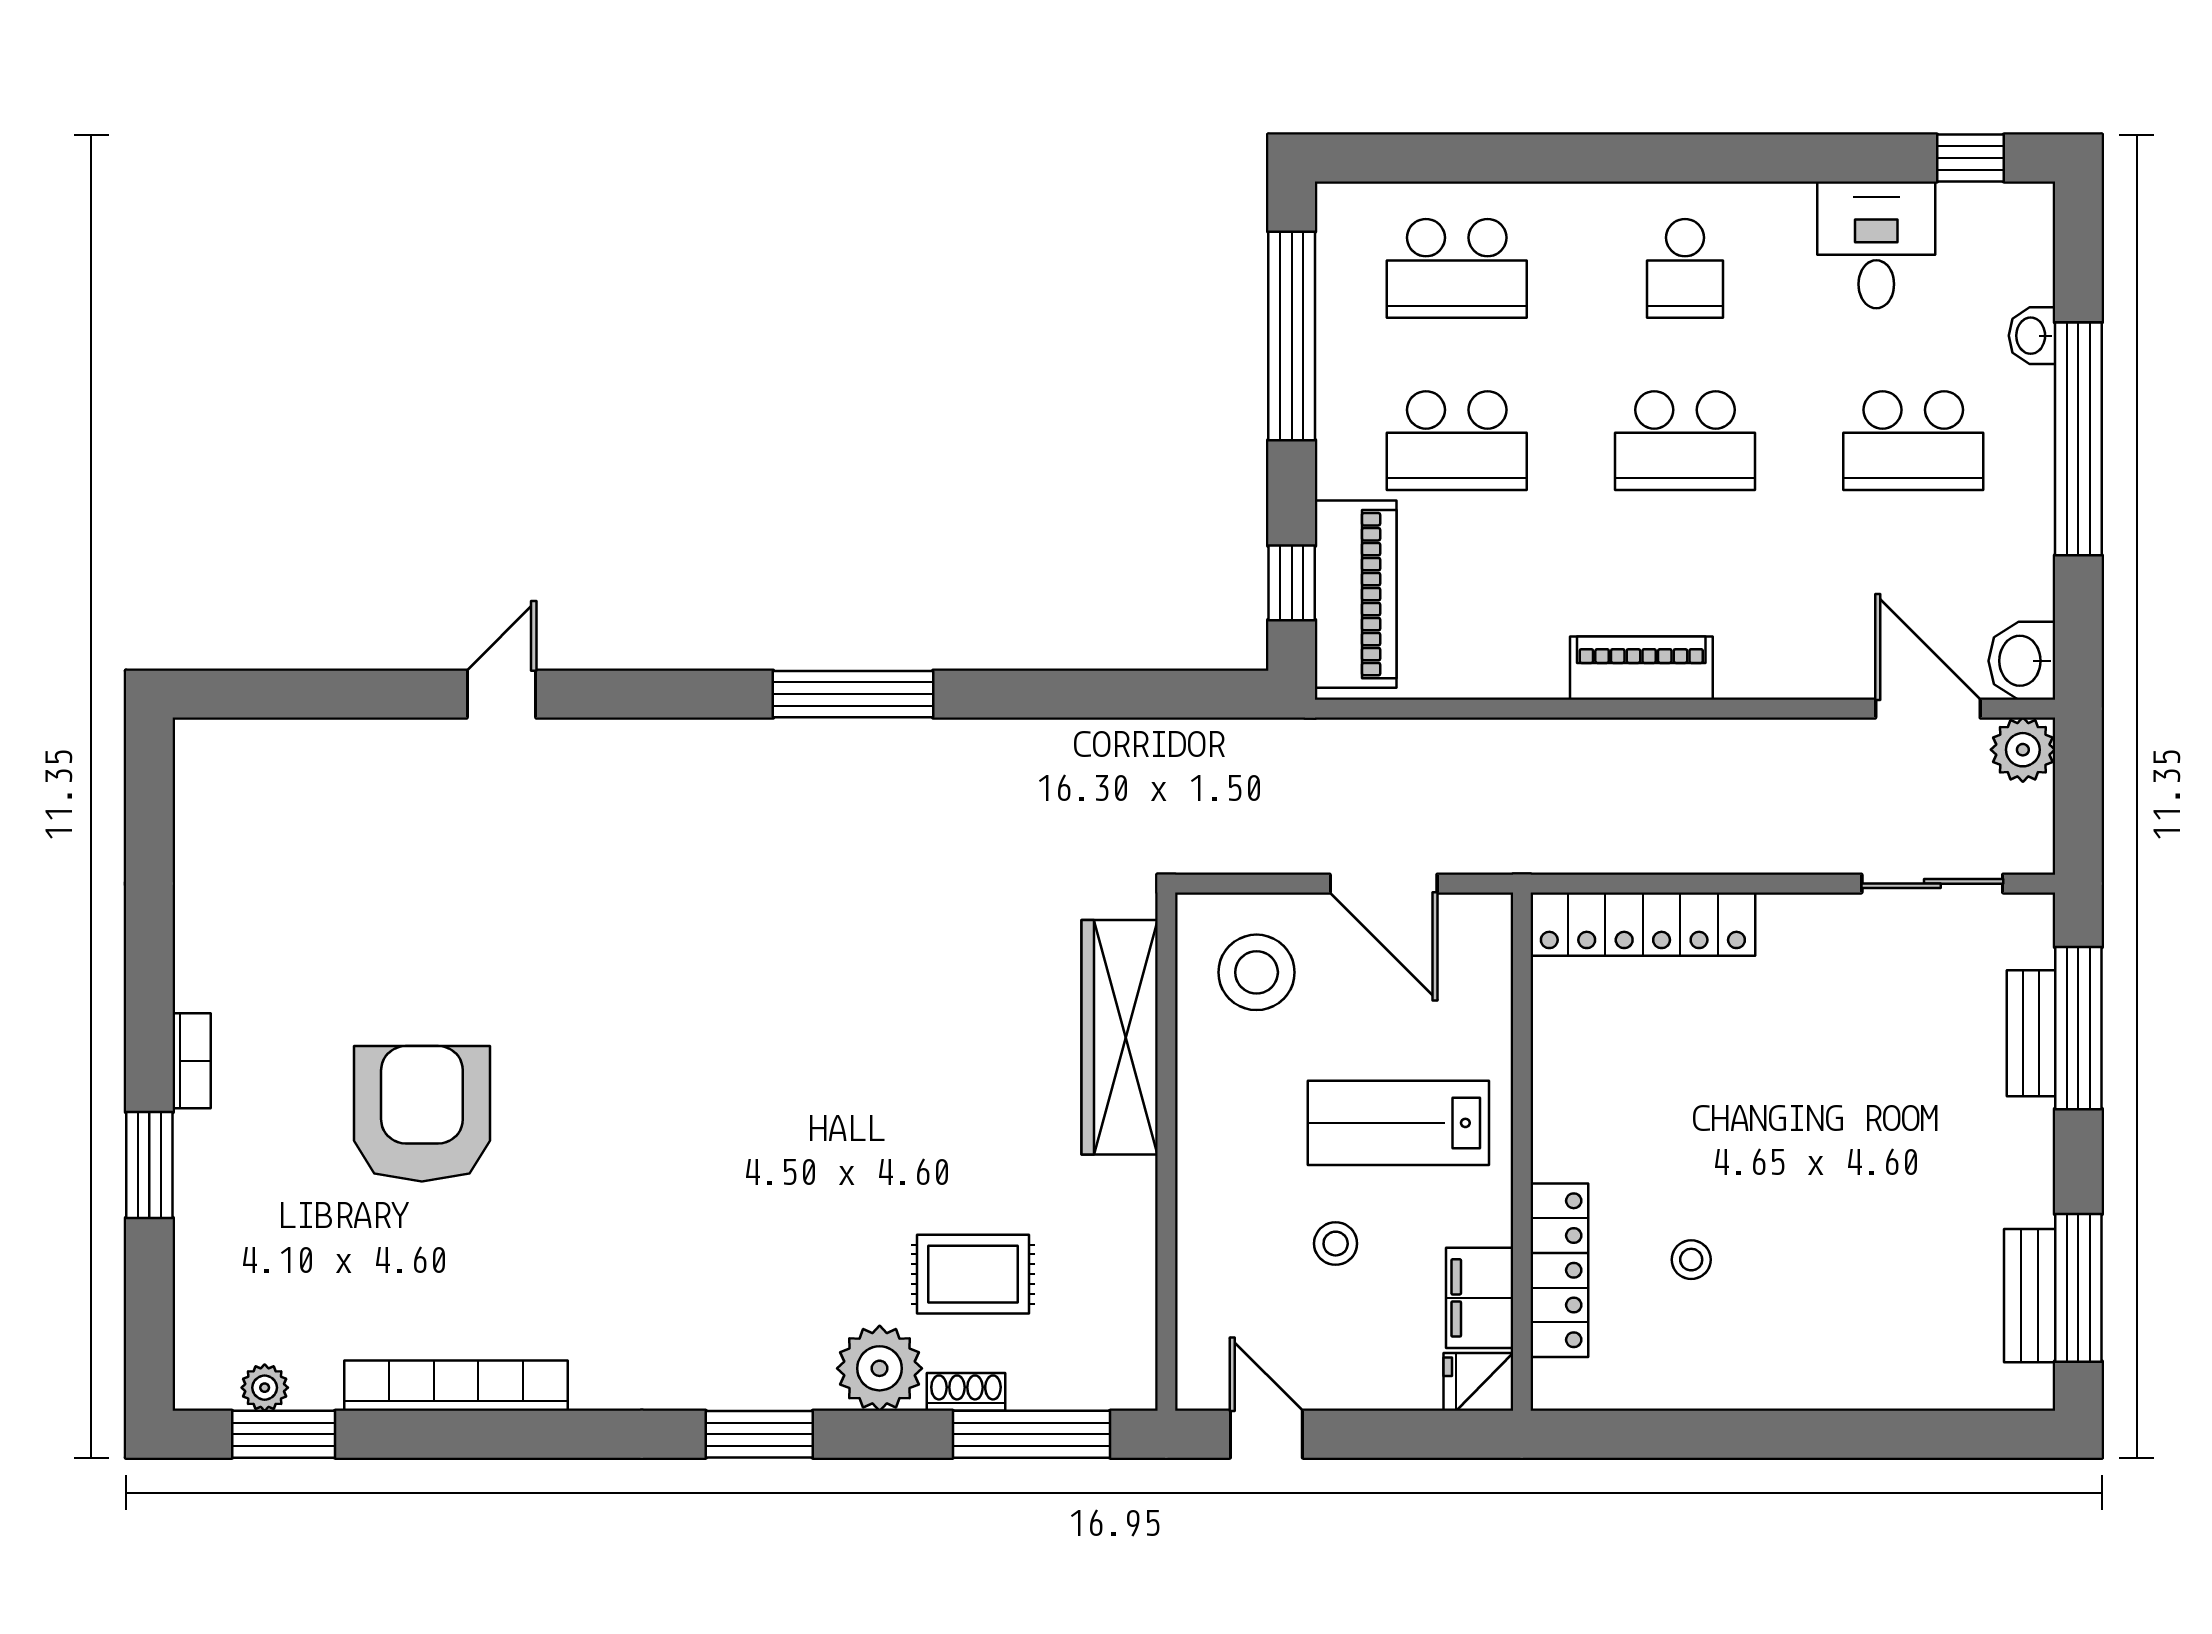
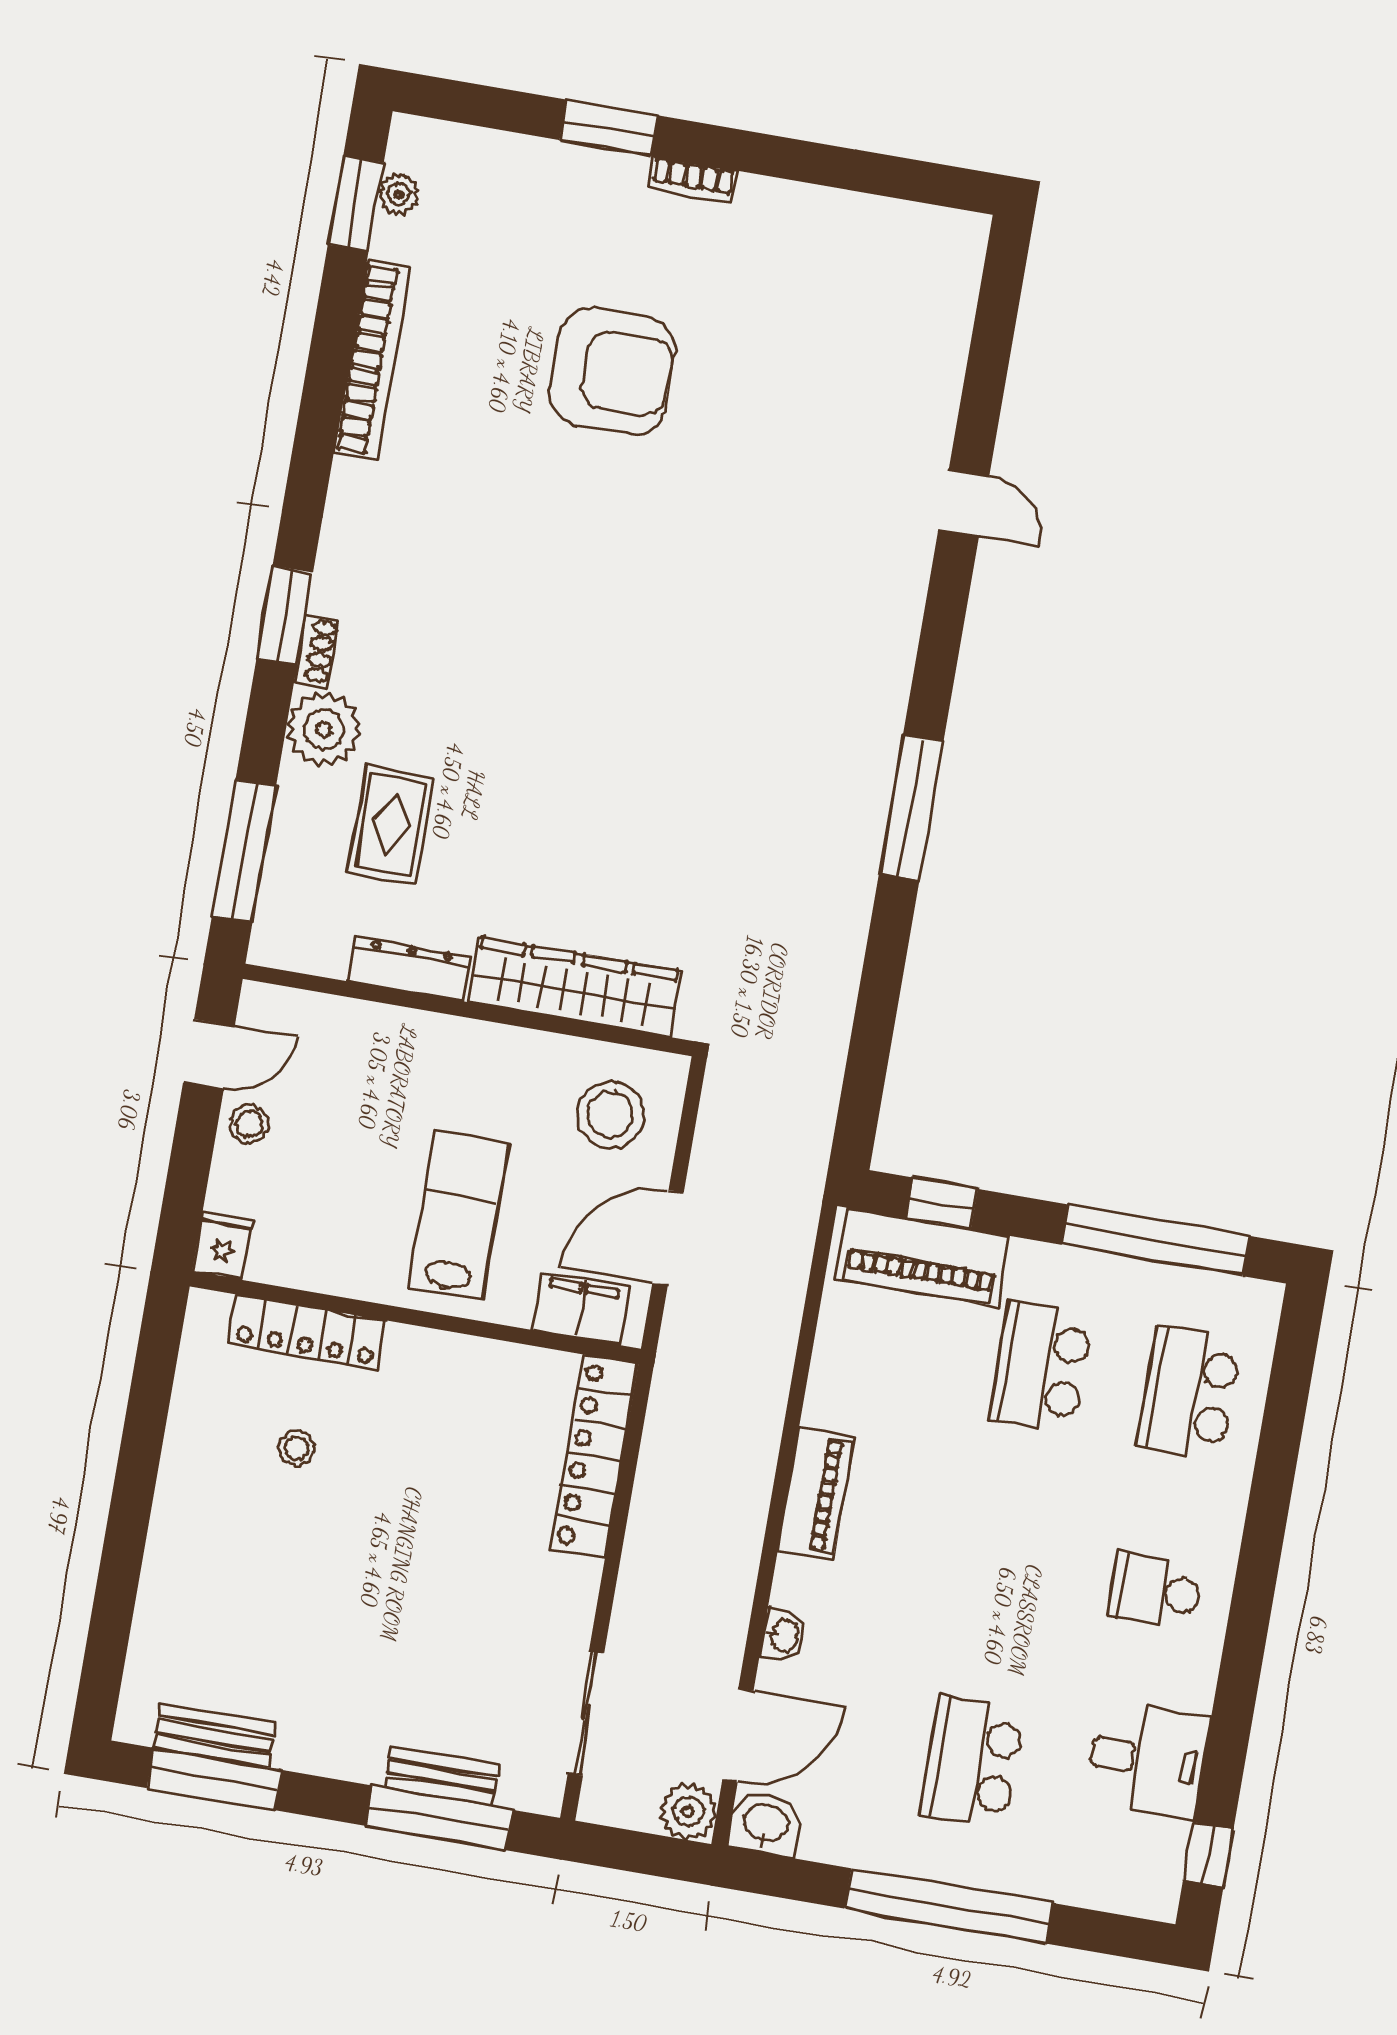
washbasin: (2032, 336) -> (784, 1635), moved, turned 90
school desk: (1685, 441) -> (1006, 1565), removed
dresser: (1131, 1226) -> (409, 969), added
stool: (1336, 1244) -> (249, 1124), moved
filing cabinet: (1480, 1298) -> (581, 1309), moved
shoe rack: (966, 1392) -> (316, 651), moved

